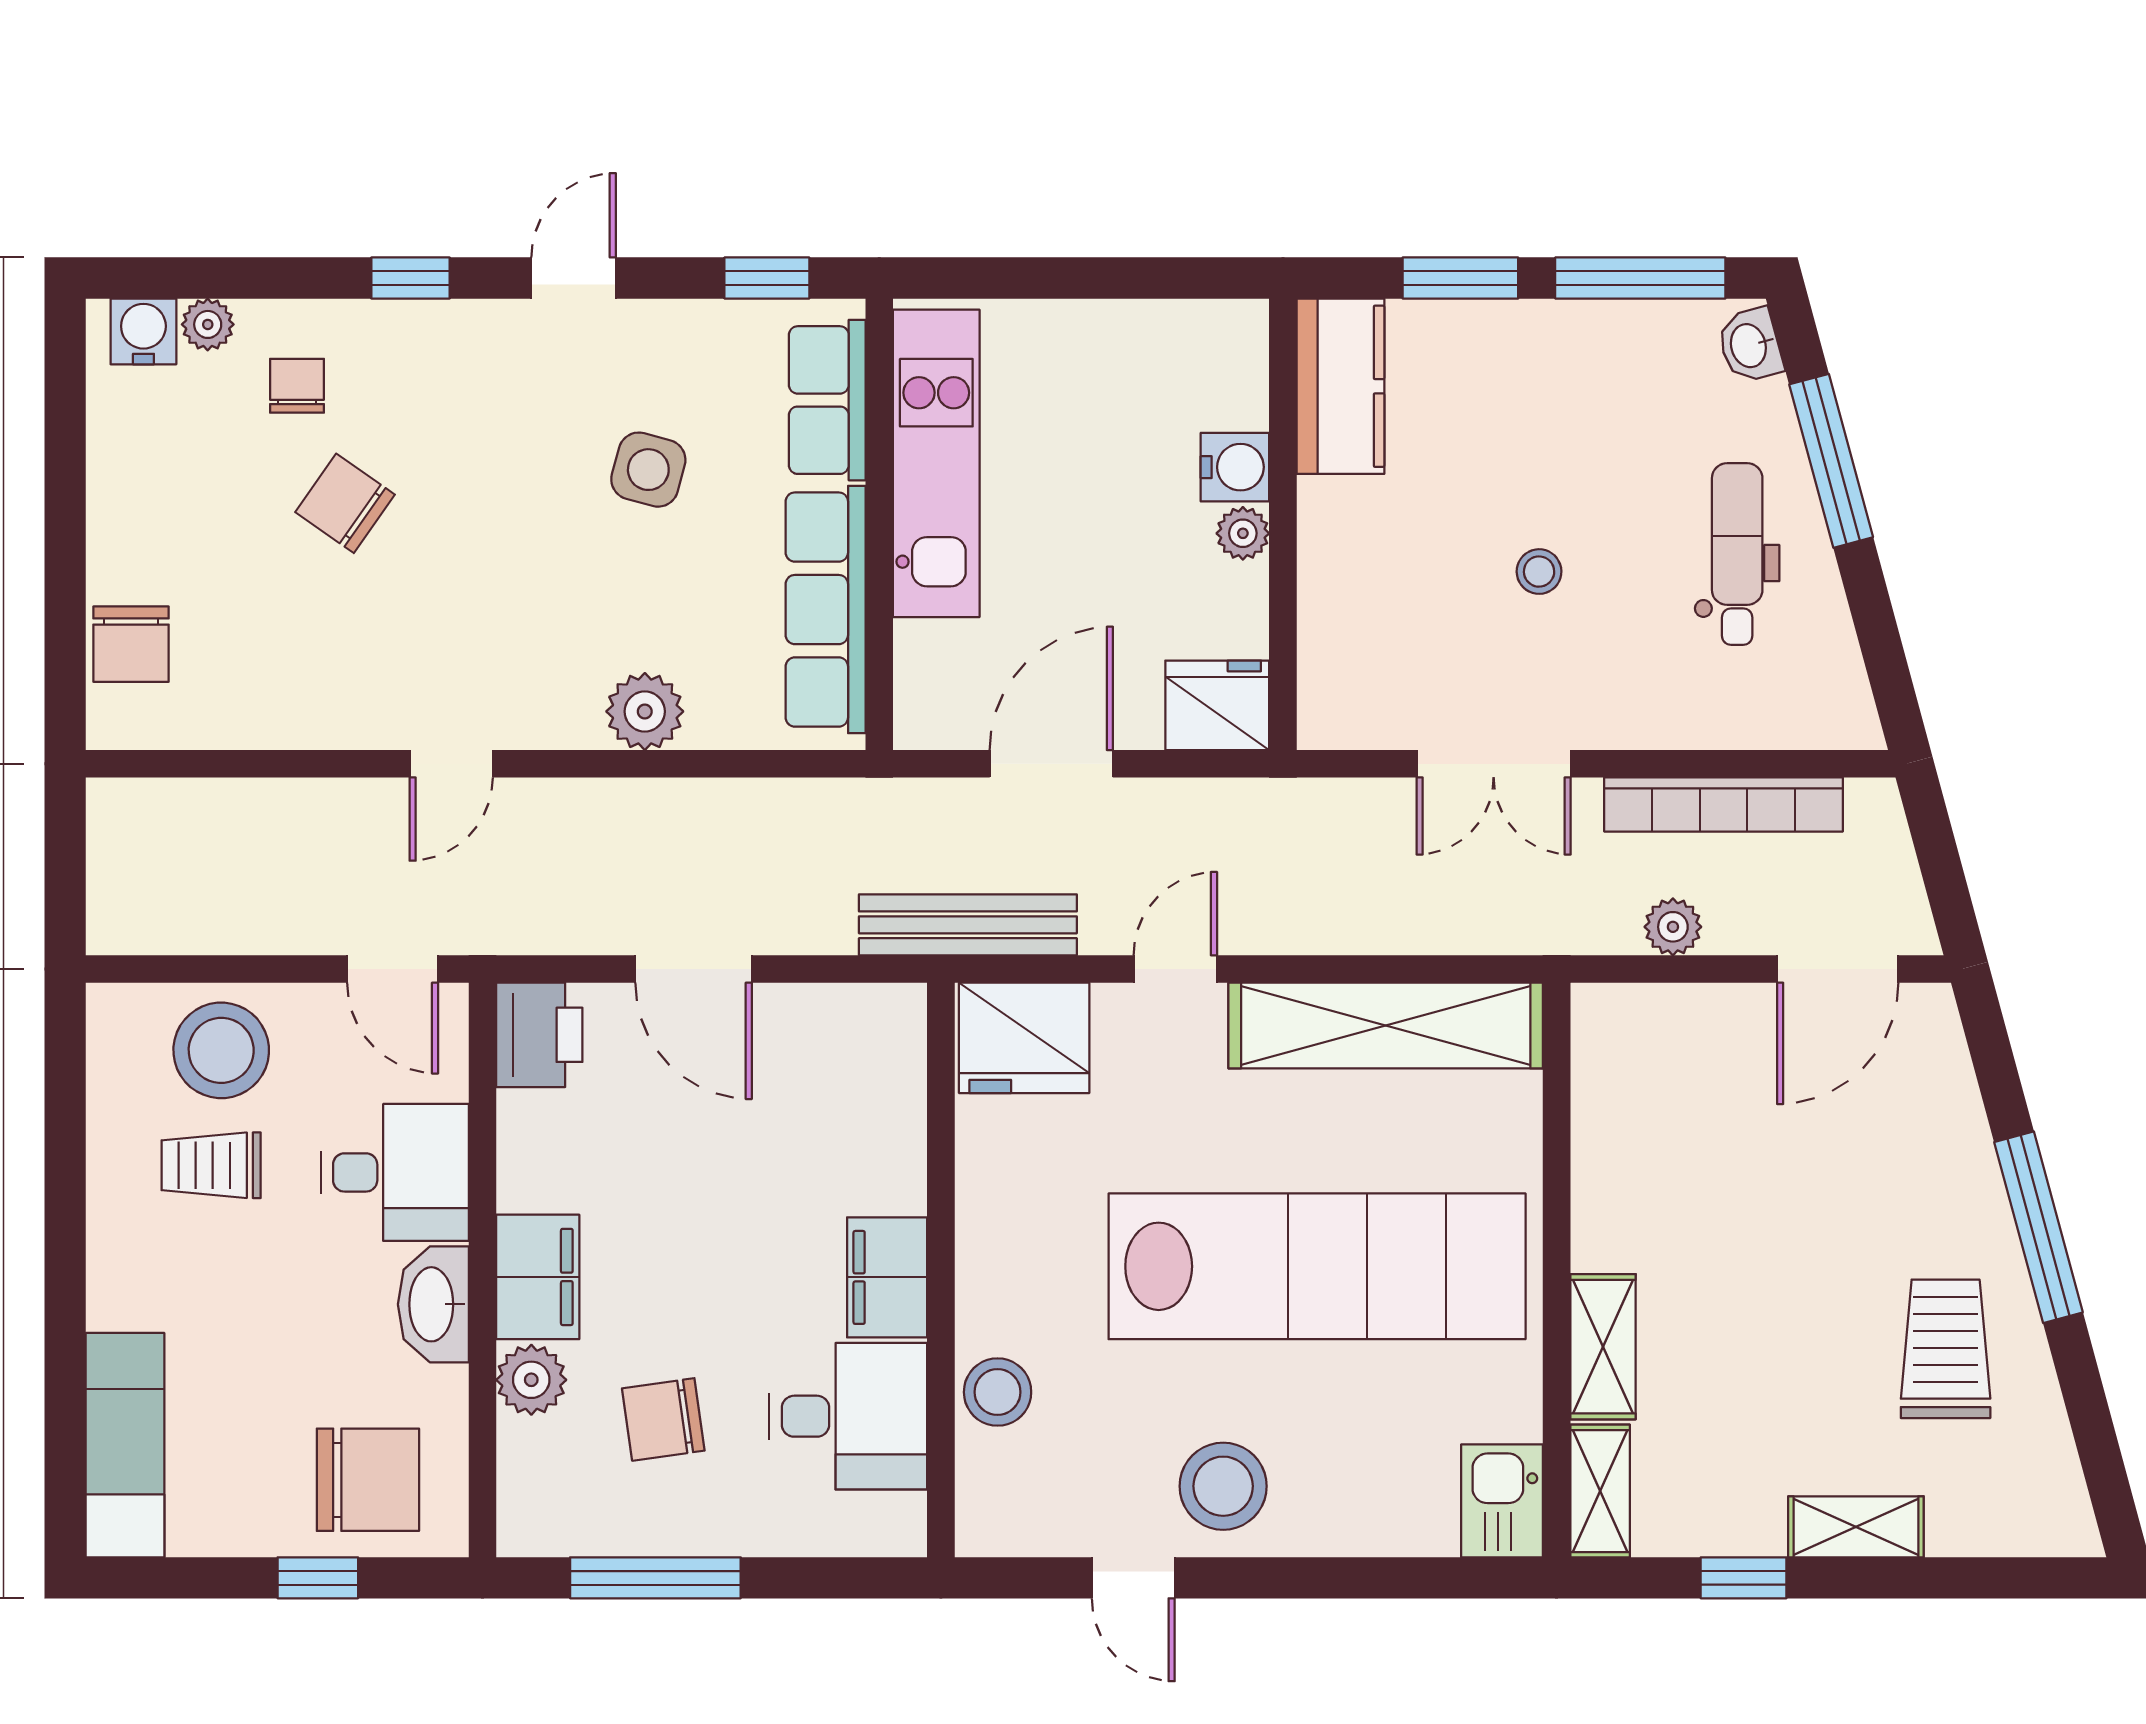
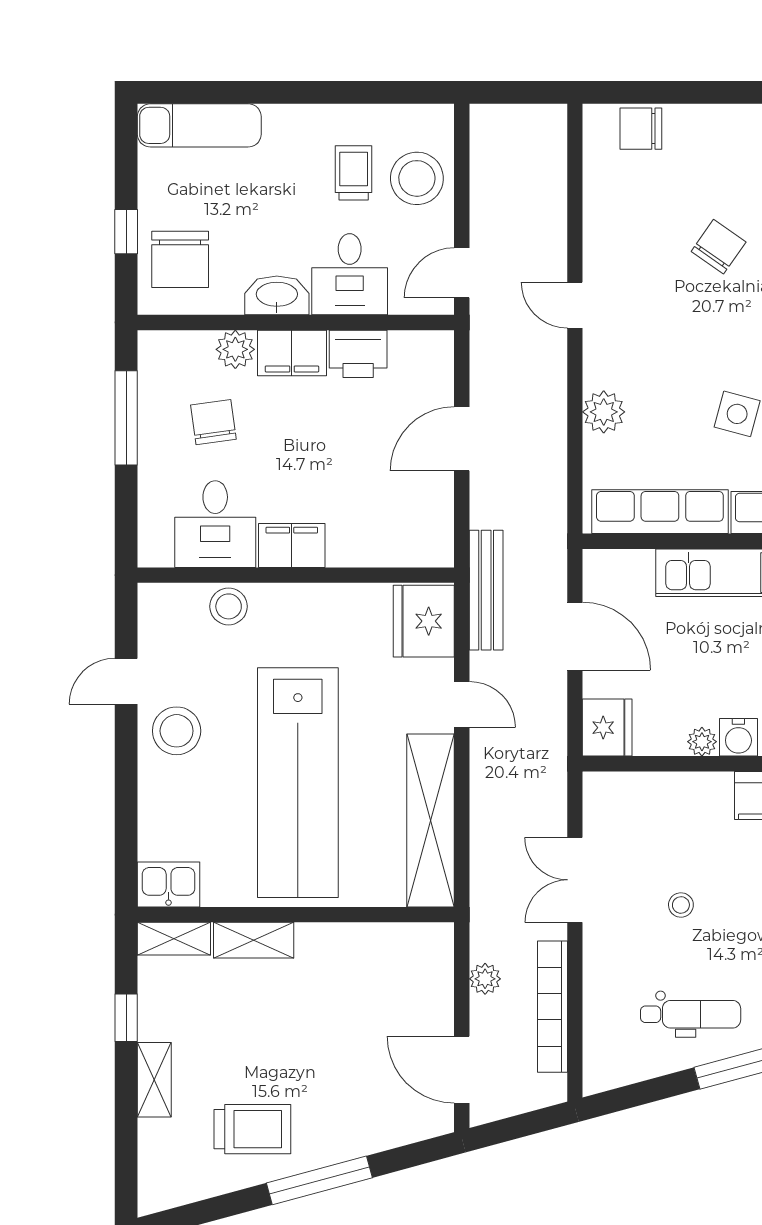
printer: (539, 1035) -> (358, 354), moved

